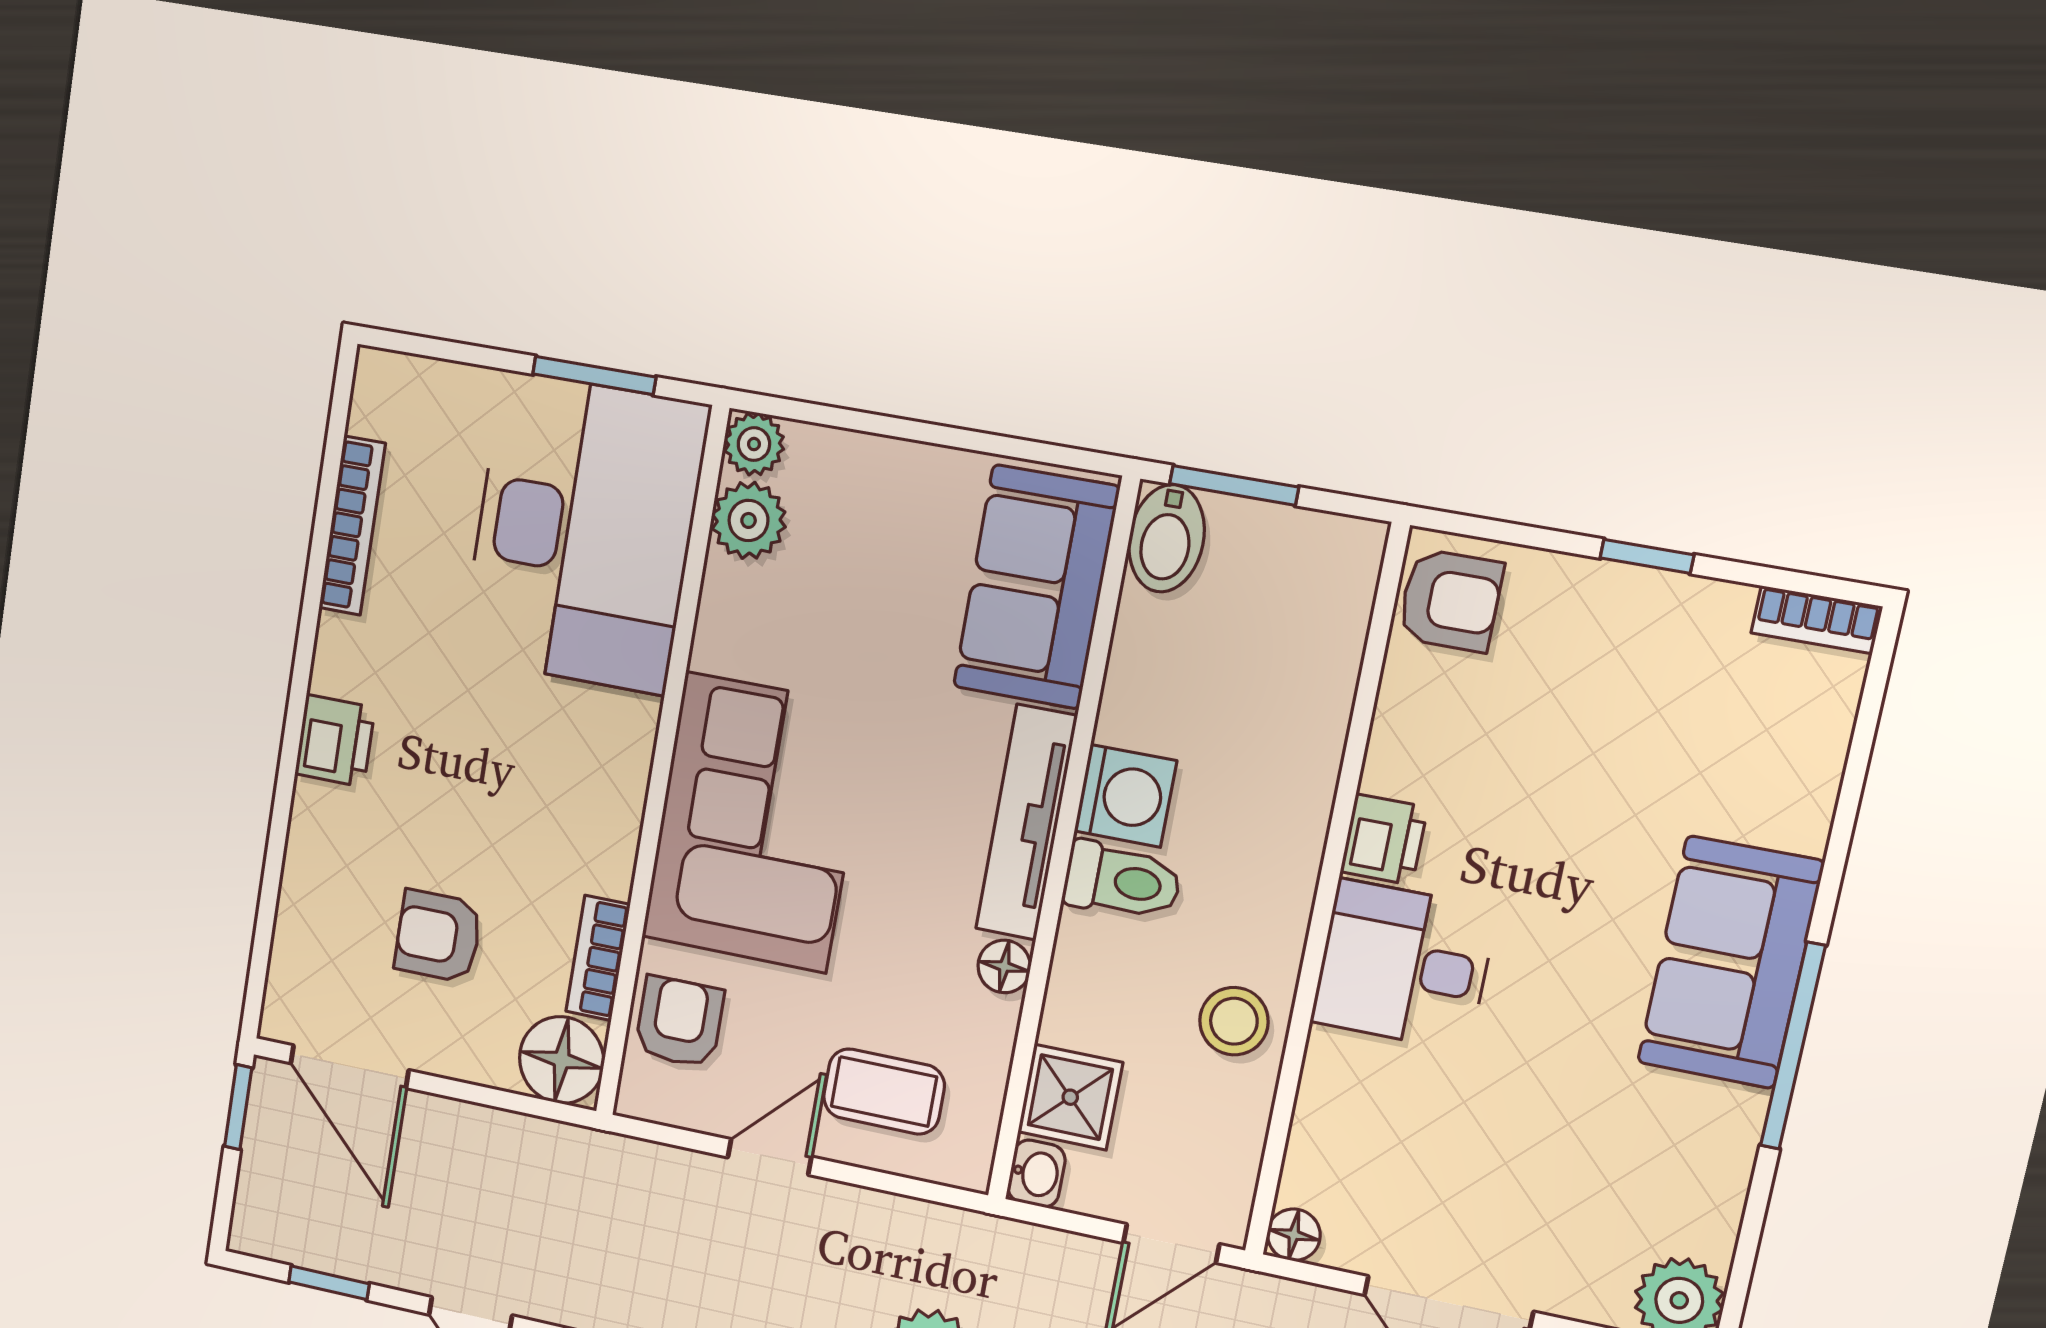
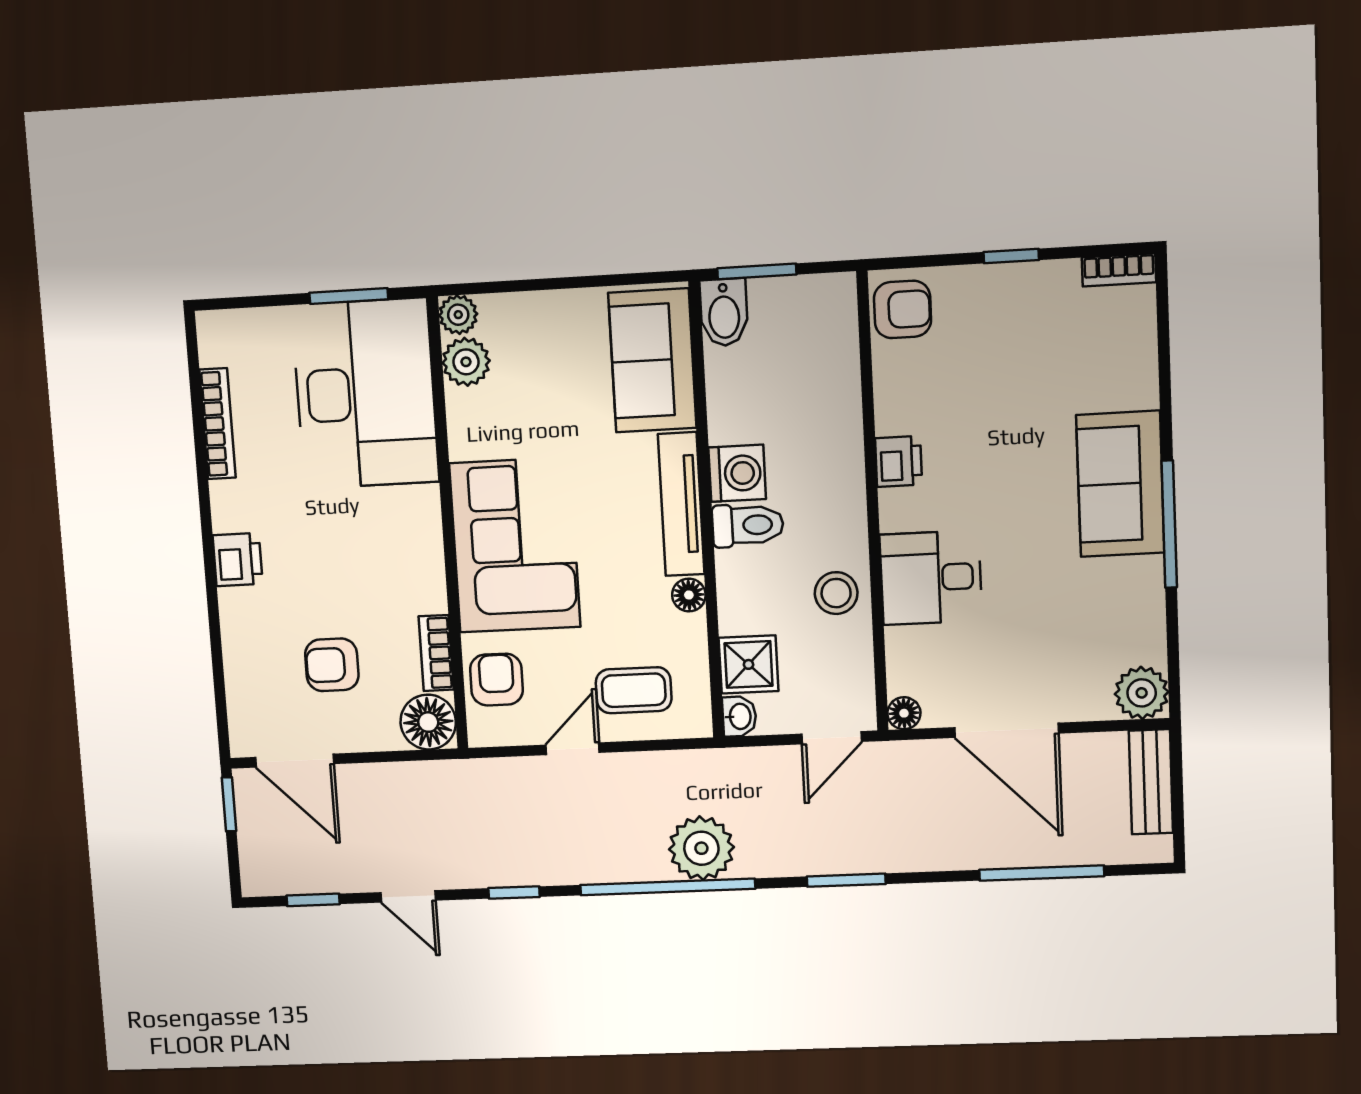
desk: (1403, 965) -> (931, 578), moved

